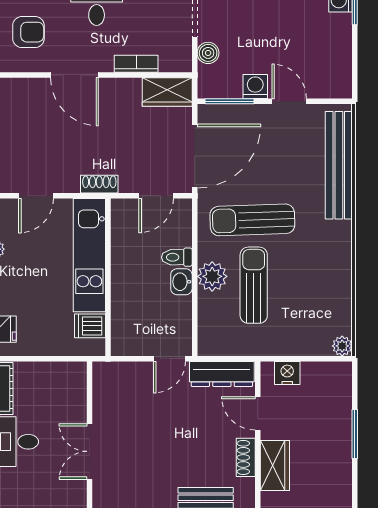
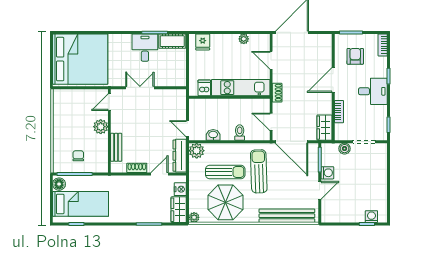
armchair: (28, 32) -> (355, 56), turned 180
plant: (212, 276) -> (197, 151), moved
washbasin: (181, 282) -> (213, 135), moved
parasol: (313, 285) -> (226, 202), added
wardrobe: (275, 466) -> (179, 210), moved, turned 90

